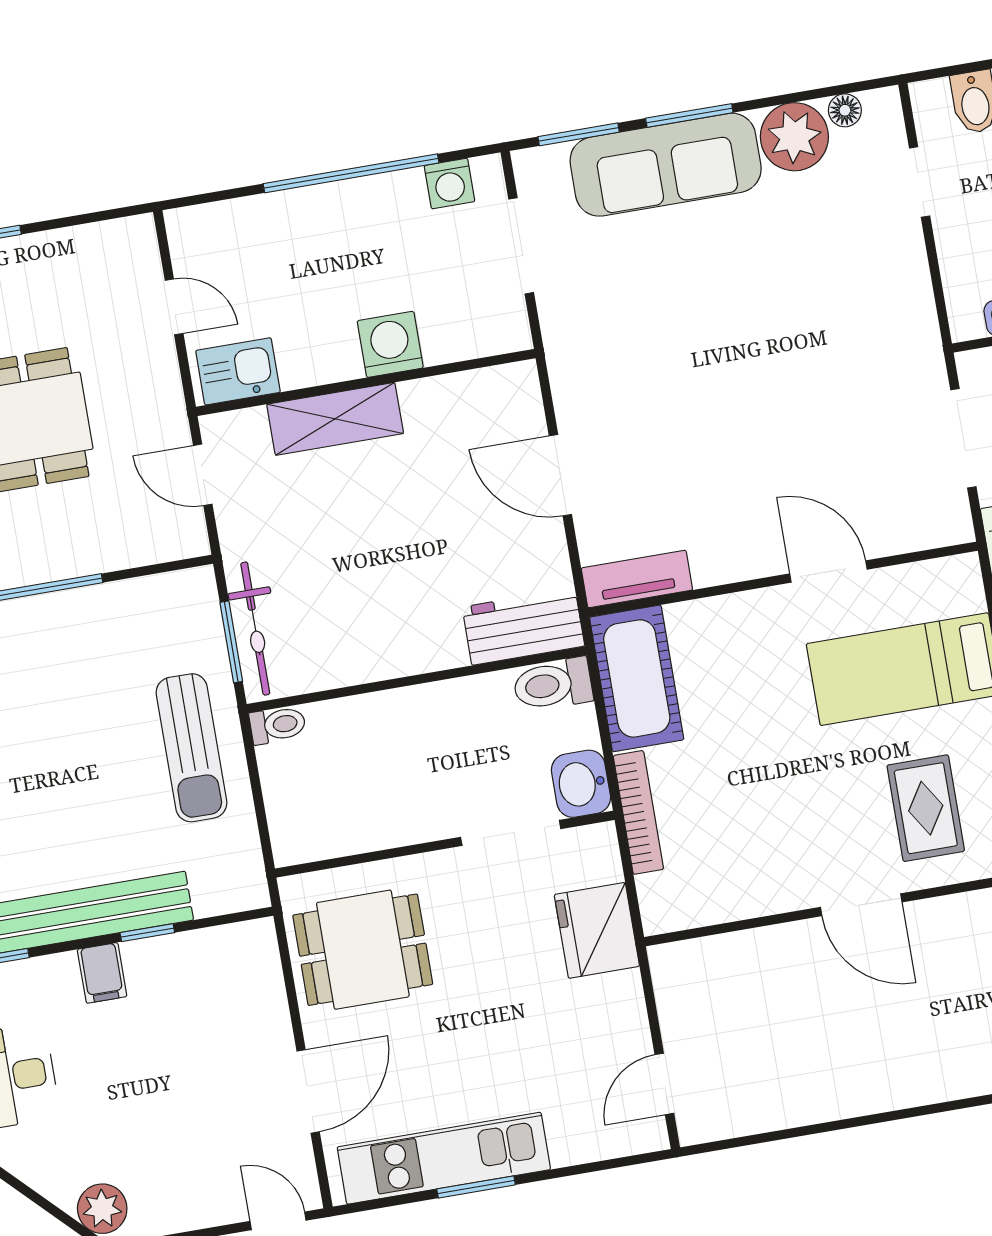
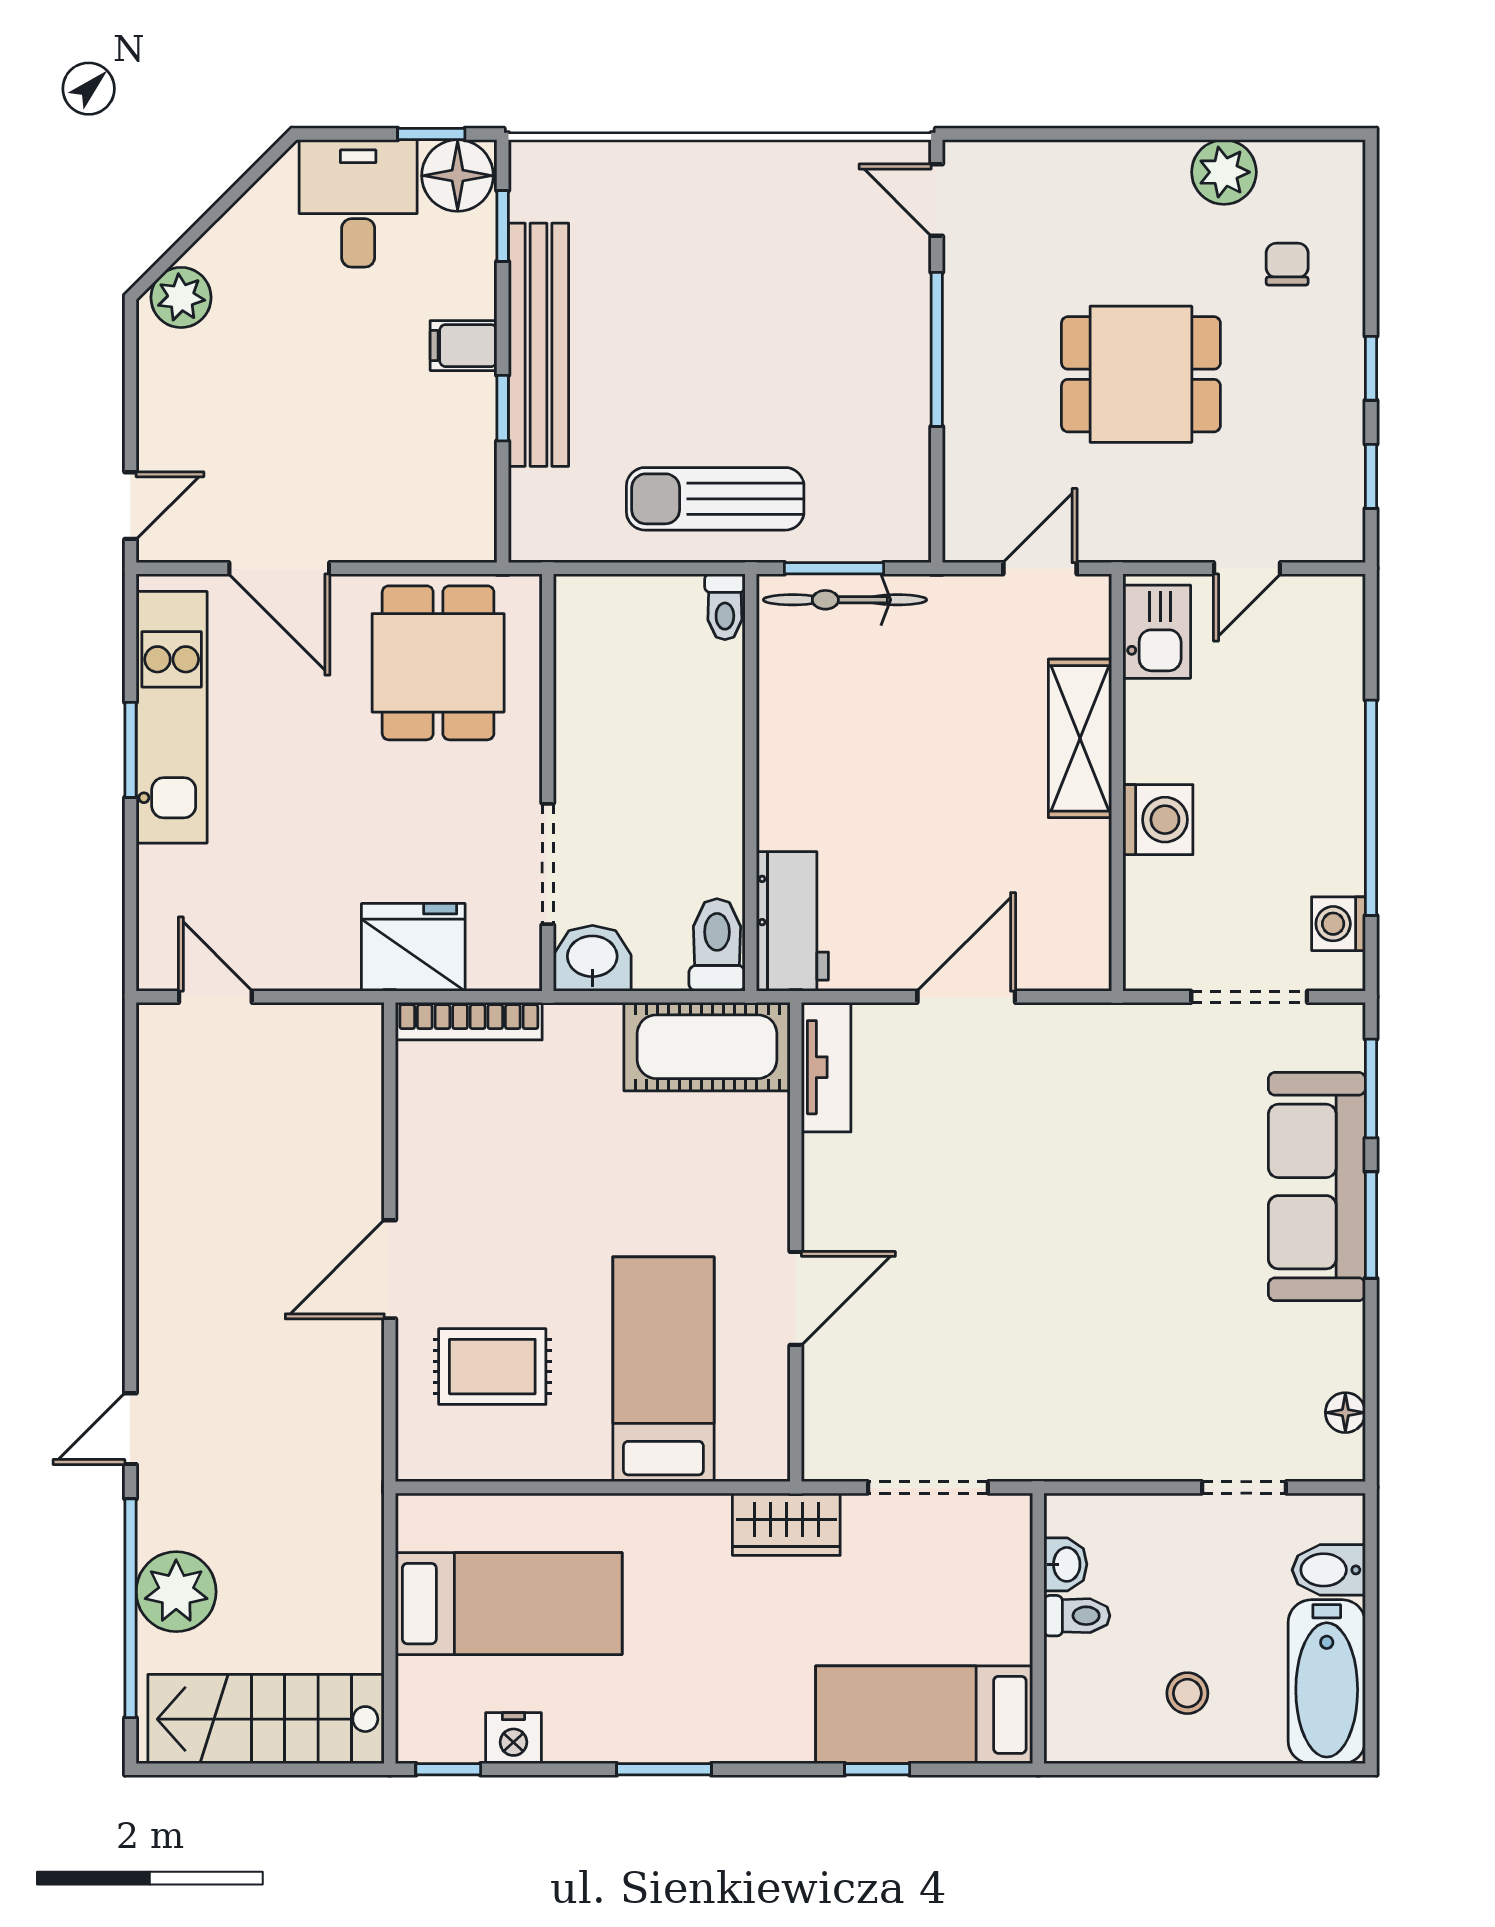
plant: (794, 137) -> (1324, 1347), removed
window: (82, 219) -> (1371, 476), added
bookcase: (638, 812) -> (469, 1021), moved

